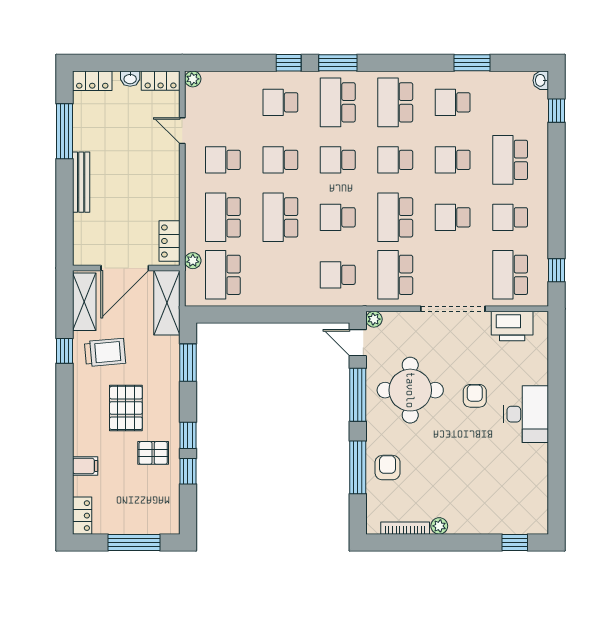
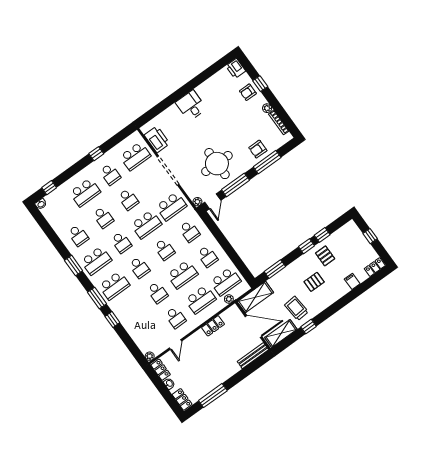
window: (472, 63) -> (74, 266), moved
school desk: (280, 102) -> (208, 256), moved
bench: (81, 182) -> (253, 356), moved
locker: (170, 241) -> (213, 326), moved
window: (556, 270) -> (96, 154), moved
armchair: (475, 396) -> (248, 92), moved
pallet: (126, 408) -> (314, 282), width x0.67, depth x0.71
desk: (526, 414) -> (191, 106), width x0.73
printer: (533, 522) -> (236, 68), added
window: (134, 542) -> (370, 236), width x0.46
window: (515, 542) -> (260, 84), moved

